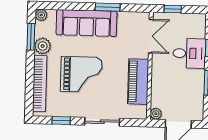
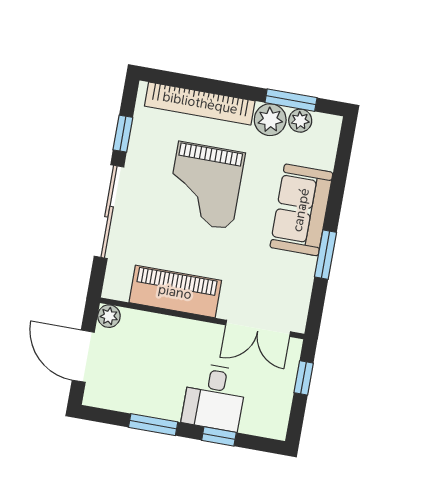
plant: (41, 15) -> (300, 121), moved
sofa: (87, 23) -> (301, 210), width x0.73
sliding door: (102, 122) -> (109, 212), width x1.37

